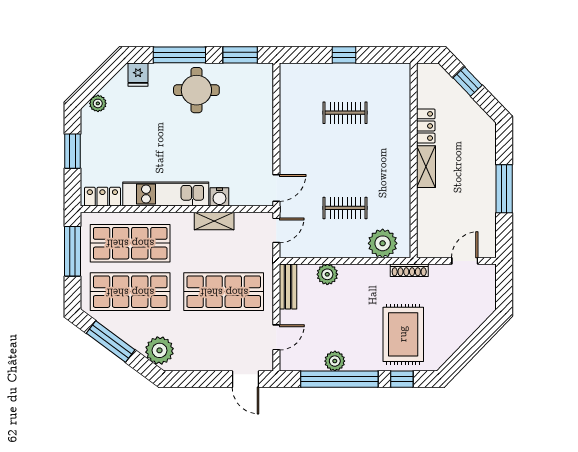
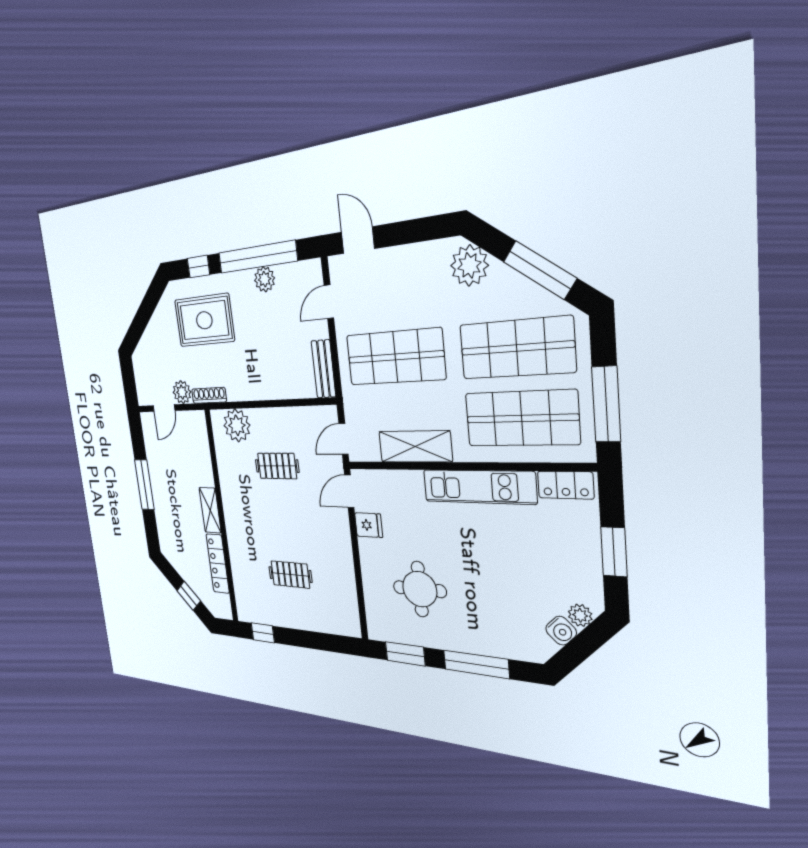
window: (344, 55) -> (263, 633), moved
fridge: (138, 75) -> (369, 525), moved, turned 90
round table: (196, 90) -> (420, 589), moved
locker: (426, 126) -> (218, 564), width x1.53
water cooler: (219, 197) -> (561, 631), moved, turned 135
shelving: (214, 221) -> (415, 447), width x1.50, depth x1.33
plant: (327, 274) -> (182, 392), moved
rug: (403, 334) -> (204, 320), turned 90

